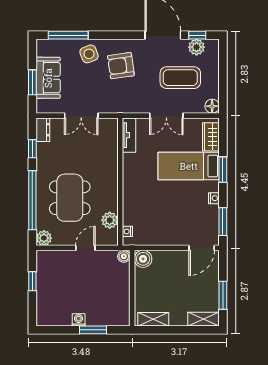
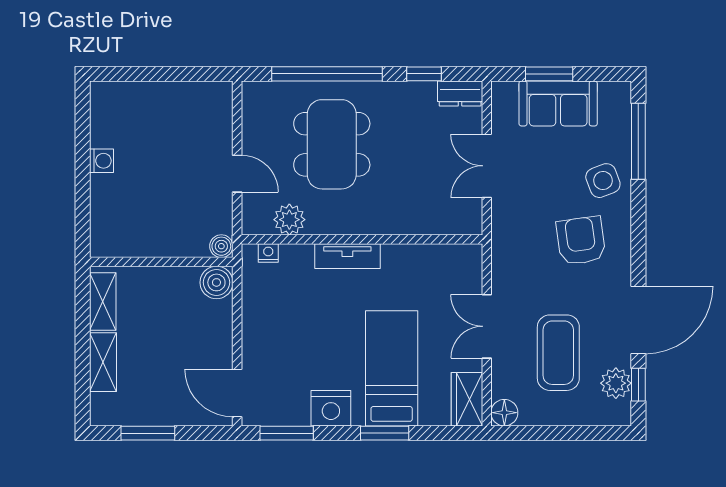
tv unit: (129, 135) -> (347, 256), moved
wardrobe: (211, 137) -> (467, 399), moved, turned -90
dining table: (70, 198) -> (332, 144), turned 90
nightstand: (214, 198) -> (331, 408), width x1.89, depth x1.79
plant: (44, 238) -> (256, 95), removed
window: (32, 281) -> (174, 74), removed
shelving: (204, 319) -> (103, 362), moved
window: (93, 330) -> (83, 188), removed

